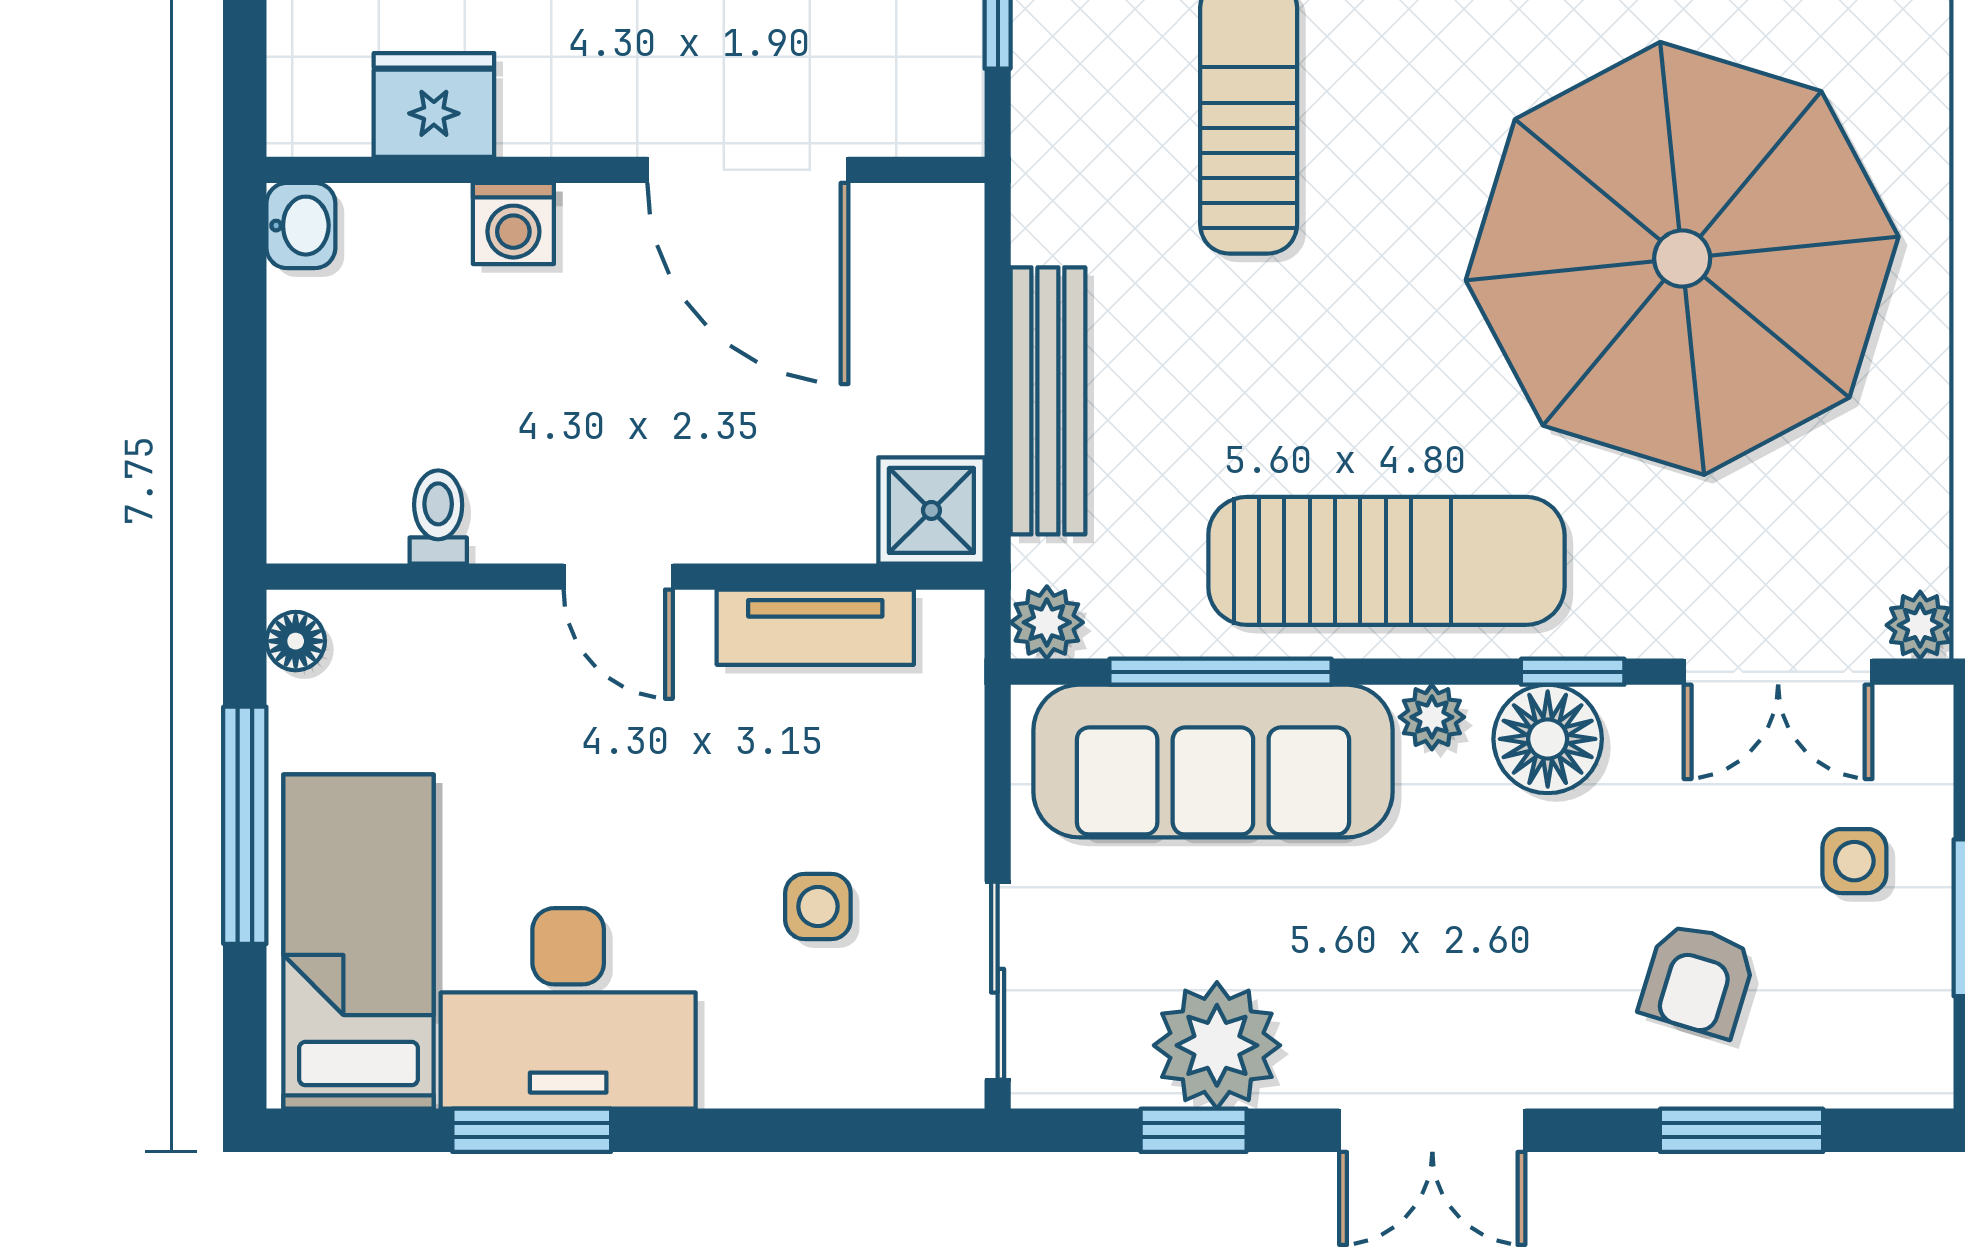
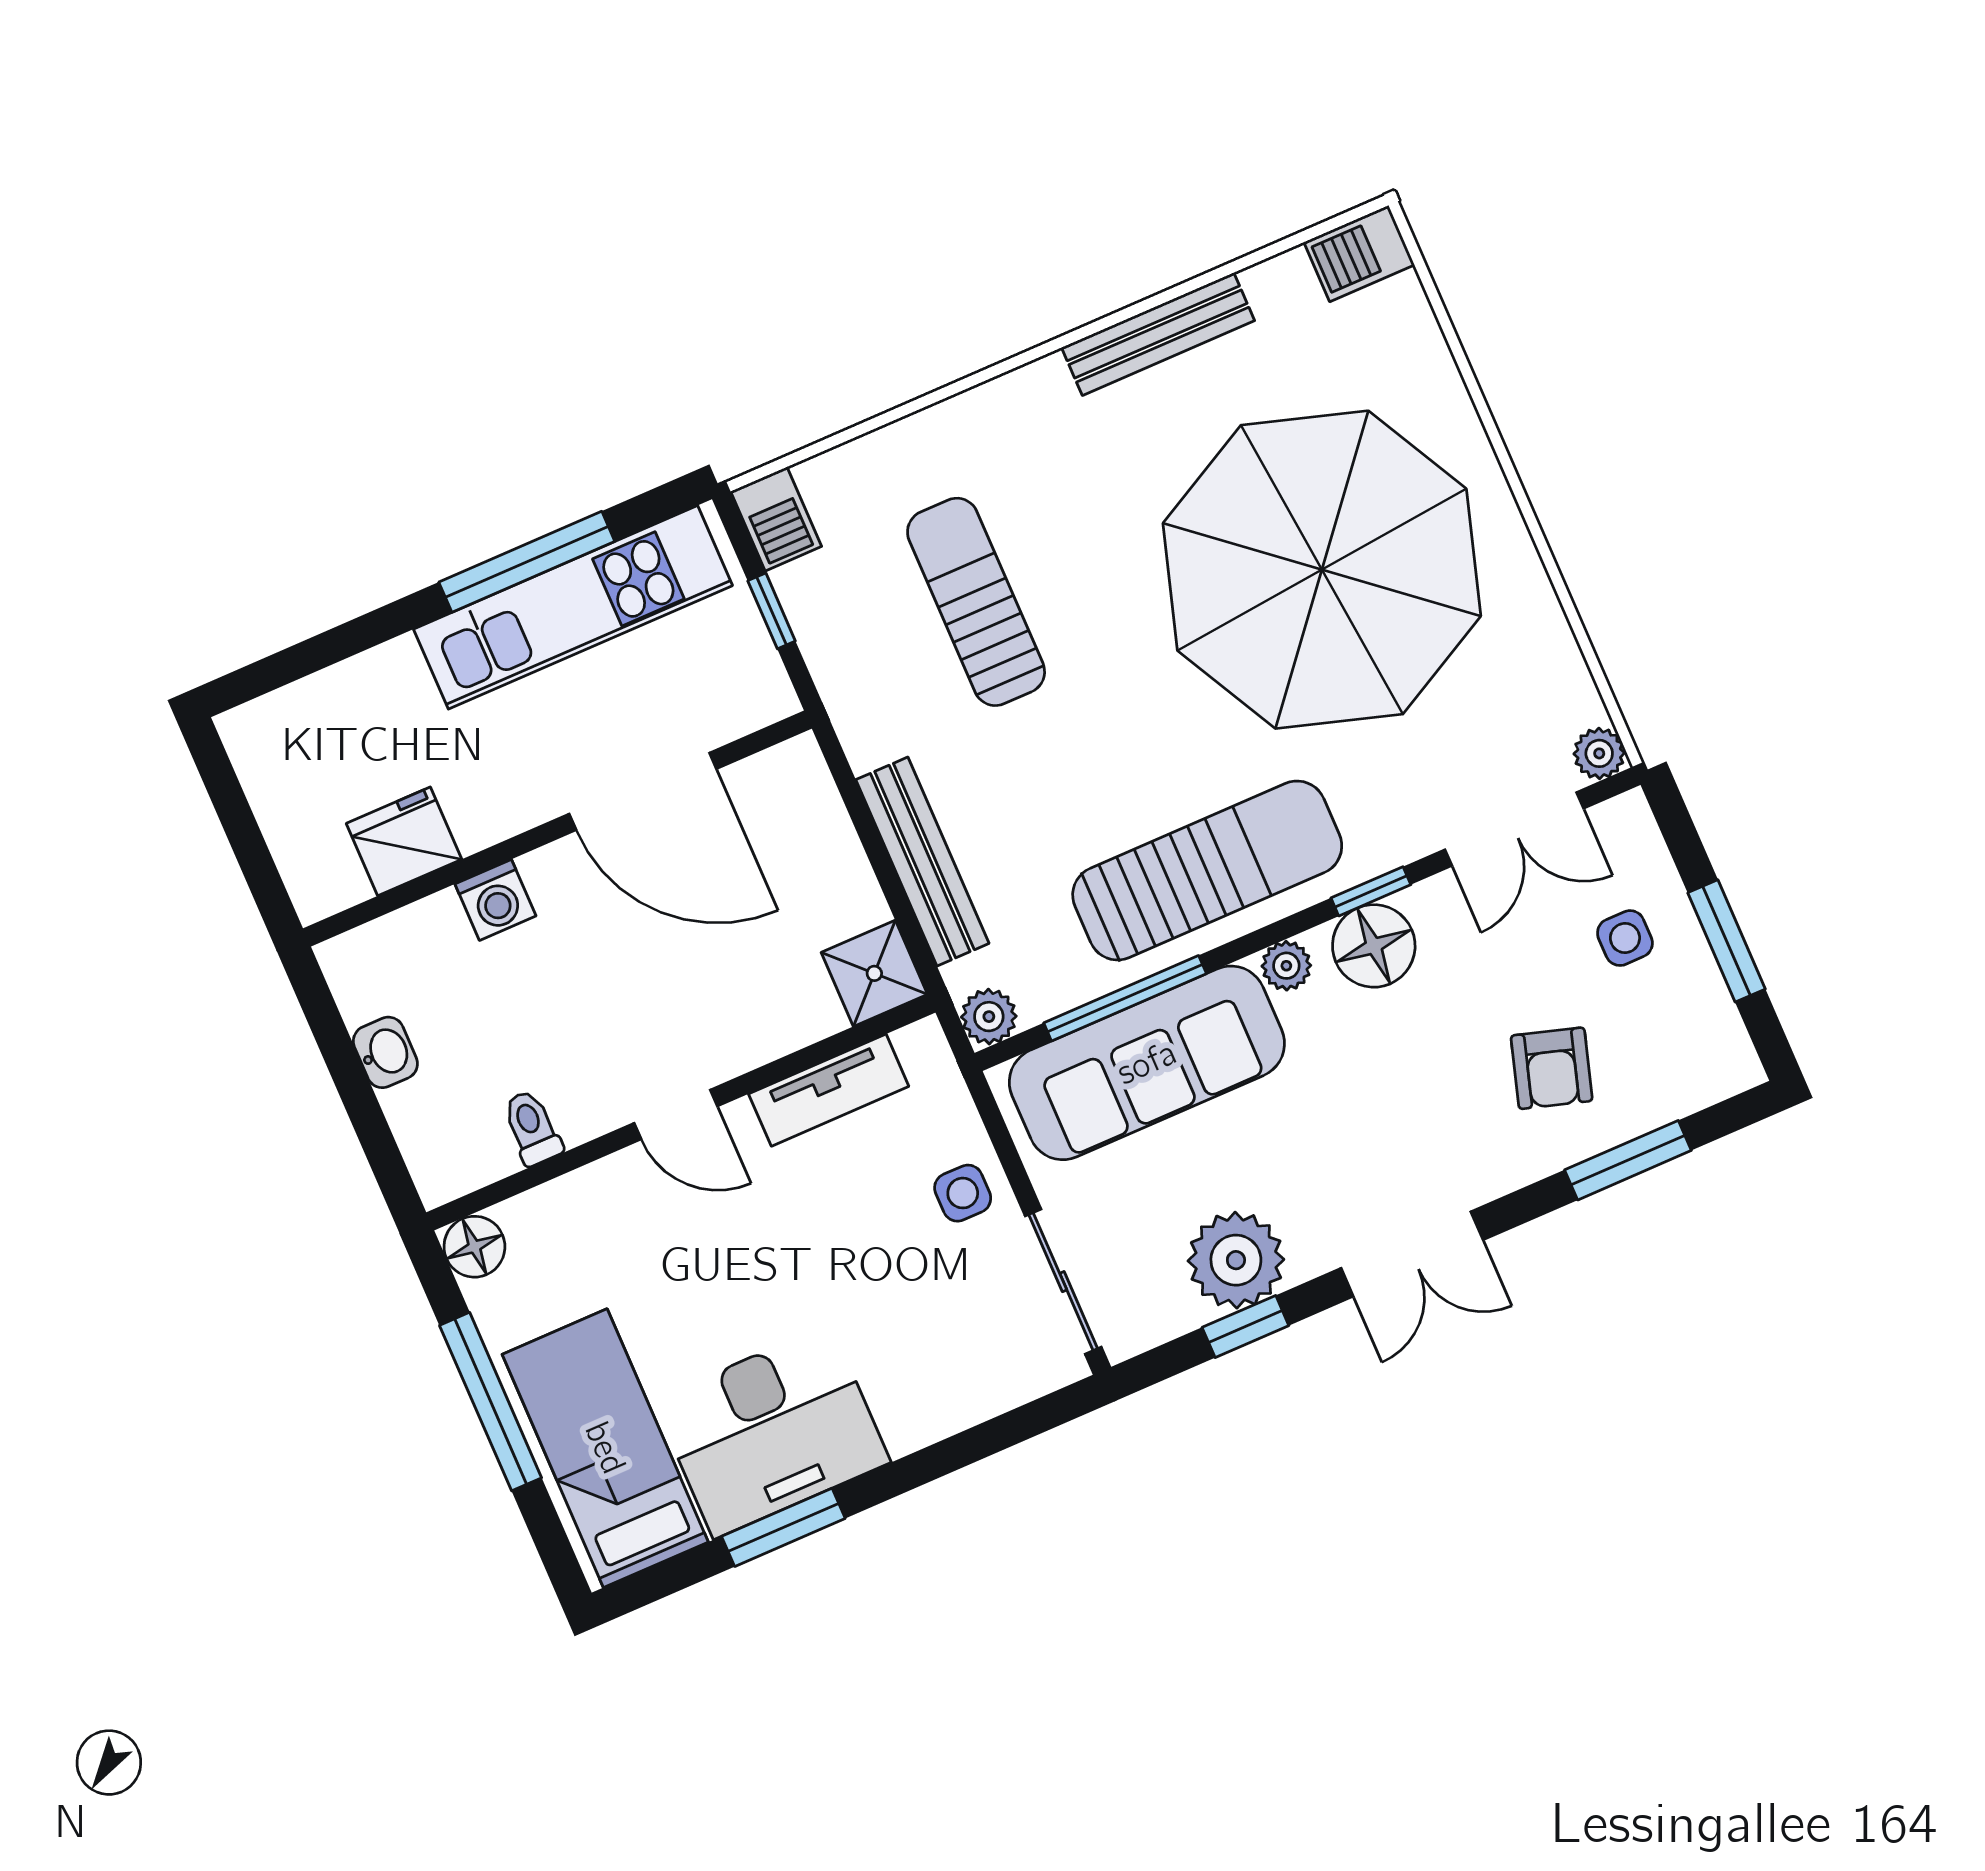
washbasin: (301, 226) -> (385, 1052), moved
floor lamp: (296, 641) -> (474, 1247), width x1.37, depth x1.37
side table: (818, 906) -> (963, 1193), moved

